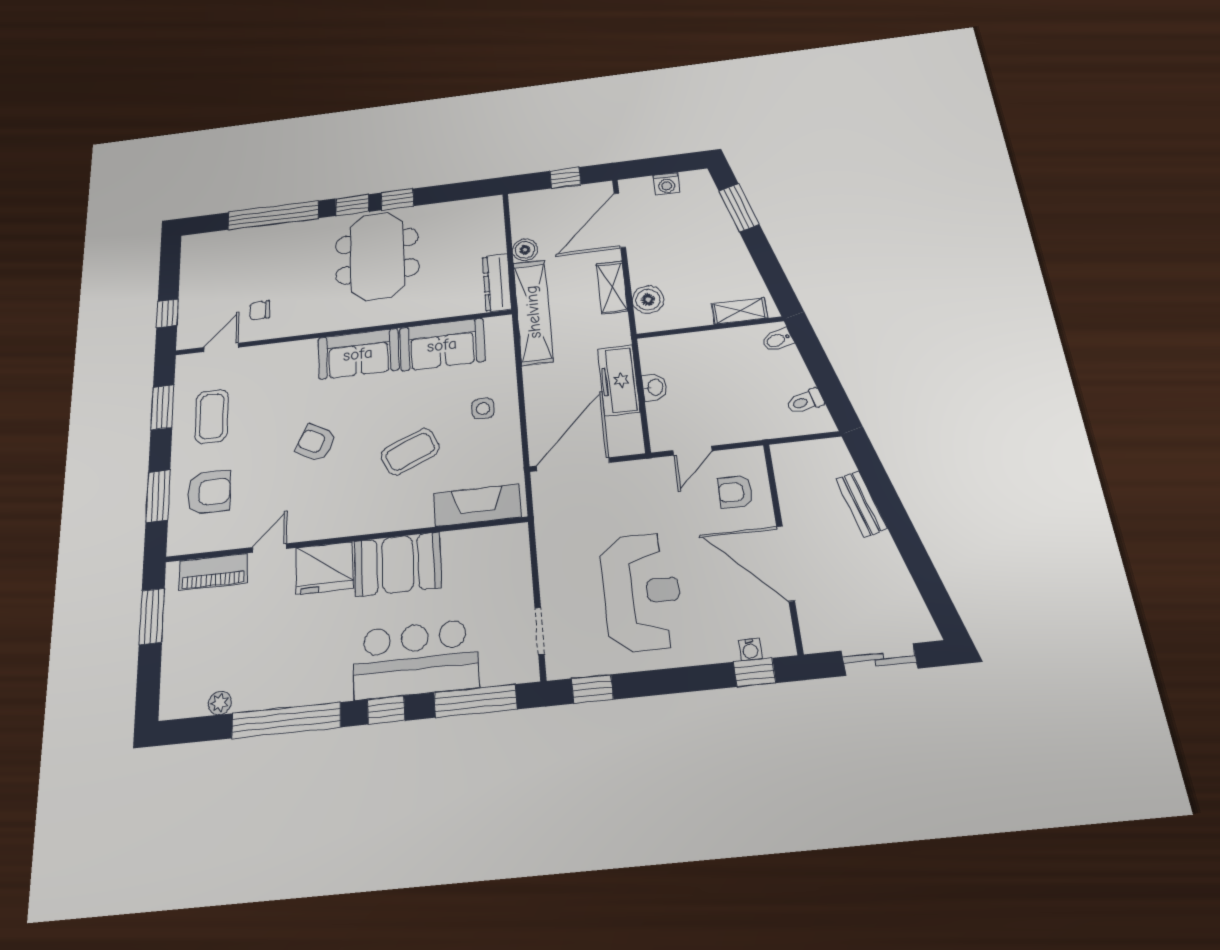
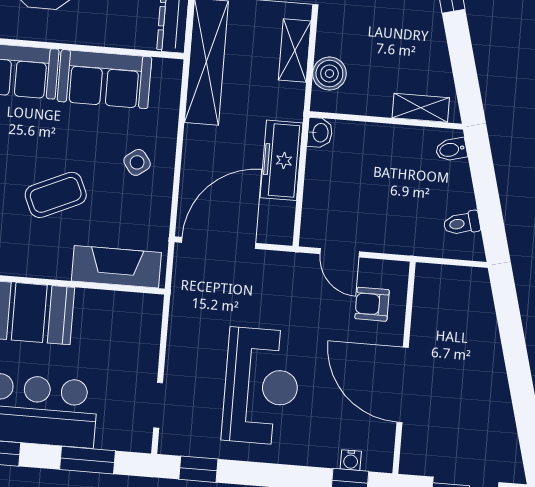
washbasin: (655, 387) -> (320, 133), moved
side table: (483, 408) -> (137, 162), turned -37
door: (692, 451) -> (340, 253), hinge flipped
bench: (861, 504) -> (488, 341), removed
window: (475, 701) -> (87, 460), width x0.69

